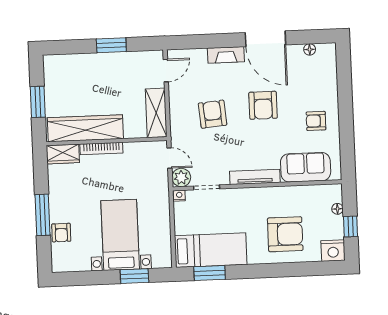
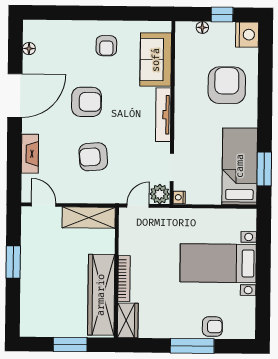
fireplace: (226, 55) -> (30, 154), moved
window: (134, 276) -> (263, 250), removed

